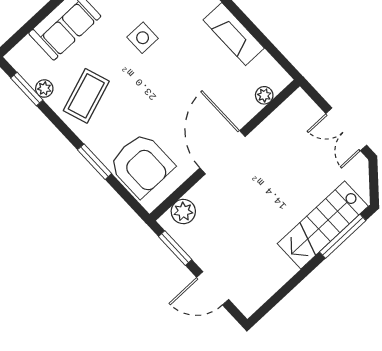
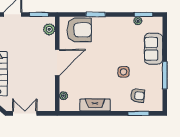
coffee table: (86, 96) -> (122, 33), removed
door: (223, 152) -> (57, 62), hinge flipped
armchair: (141, 165) -> (79, 30), turned 180

